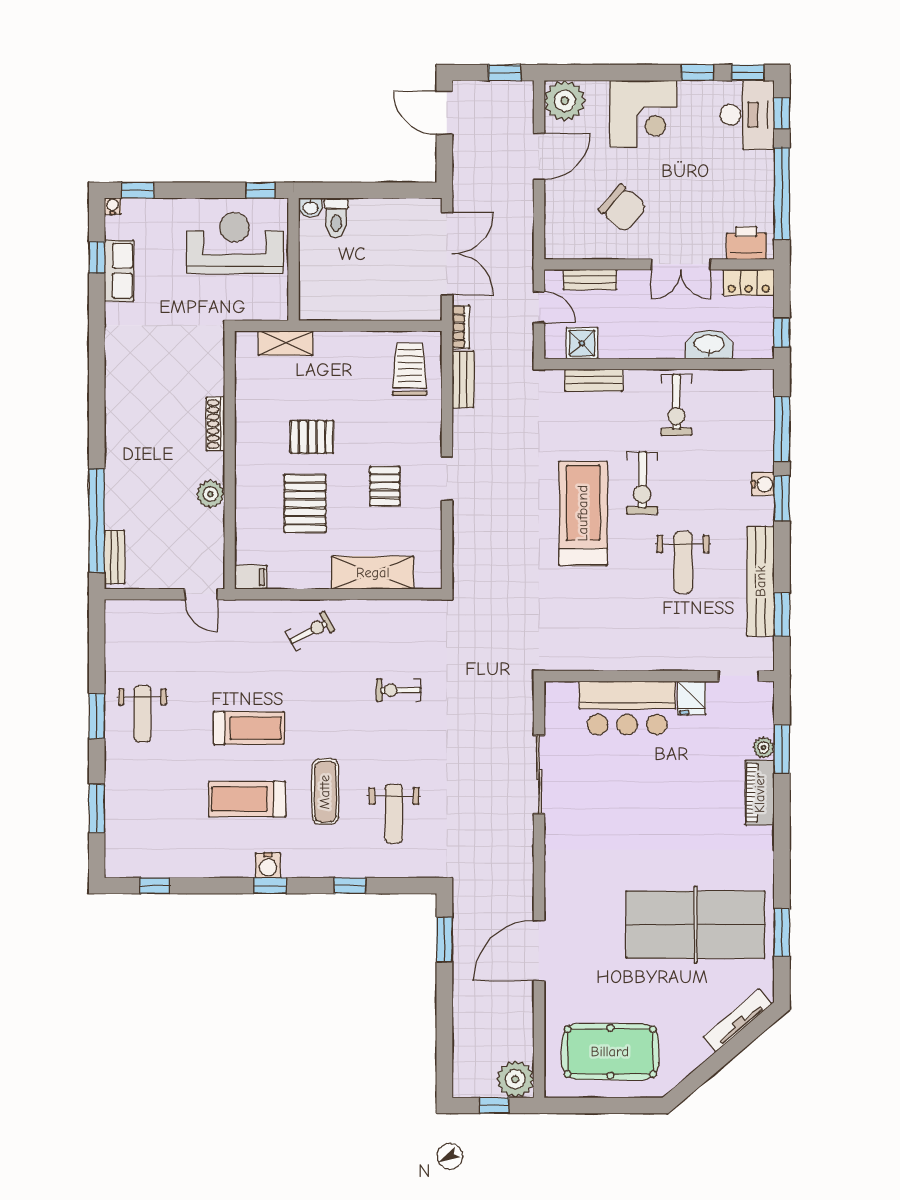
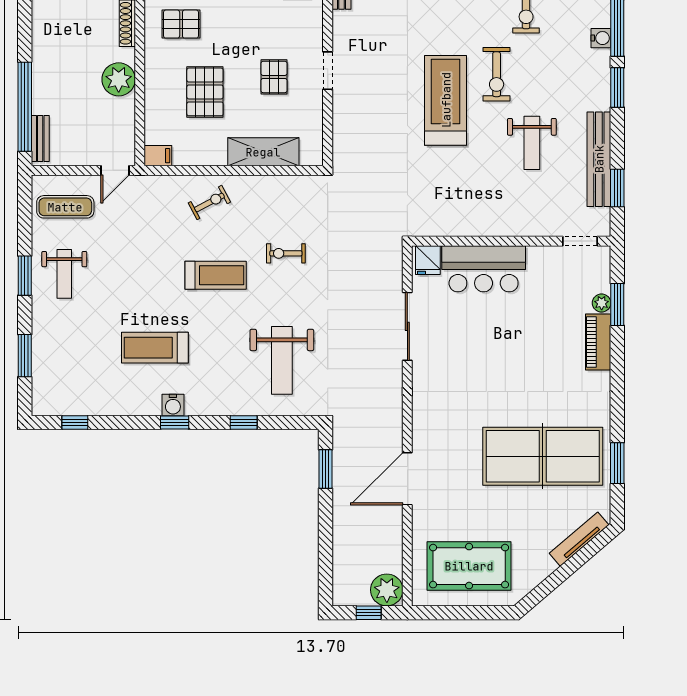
pallet: (312, 437) -> (181, 24), moved
water cooler: (763, 484) -> (601, 38), moved
plant: (210, 494) -> (119, 79), width x1.36, depth x1.36
door: (201, 594) -> (115, 170), hinge flipped
fridge: (692, 698) -> (428, 260), moved
treadmill: (249, 728) -> (216, 275), moved
exercise mat: (325, 792) -> (65, 207), moved, turned 90
weight bench: (394, 814) -> (282, 360), width x1.36, depth x1.33

